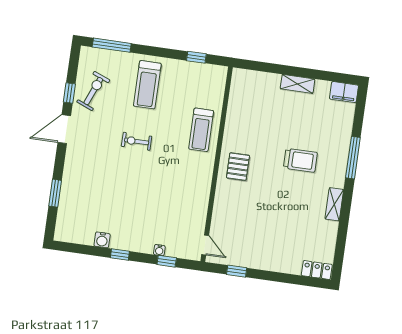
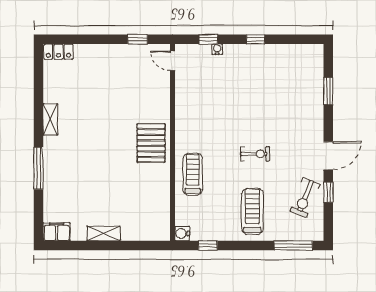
trolley: (300, 160) -> (90, 158), removed
pallet: (238, 167) -> (151, 143), width x1.50, depth x1.42
water cooler: (102, 240) -> (182, 234), moved, turned -90

